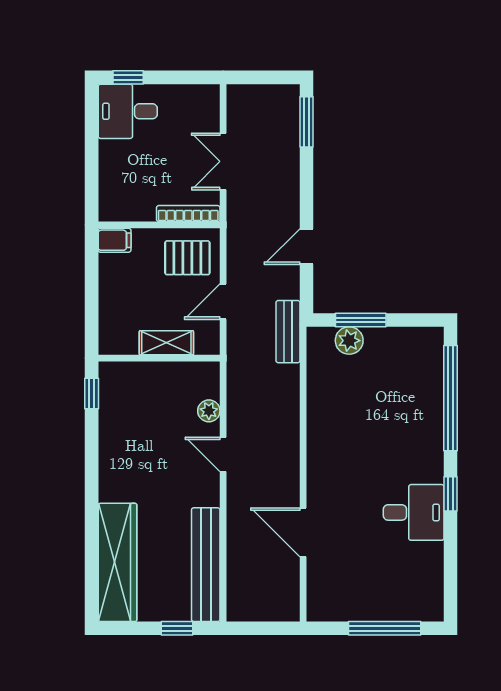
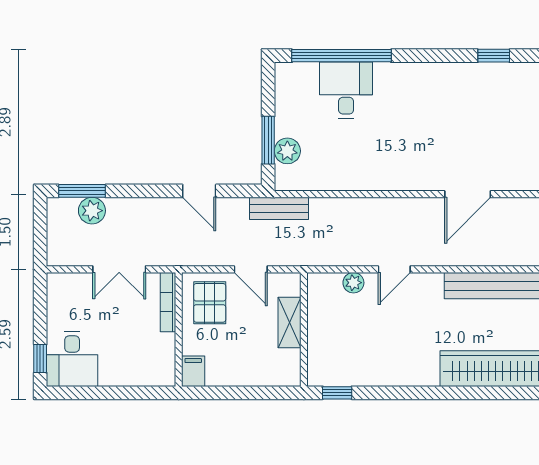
plant: (286, 132) -> (92, 211), added
window: (451, 494) -> (494, 56), moved
desk: (414, 512) -> (346, 90), moved

